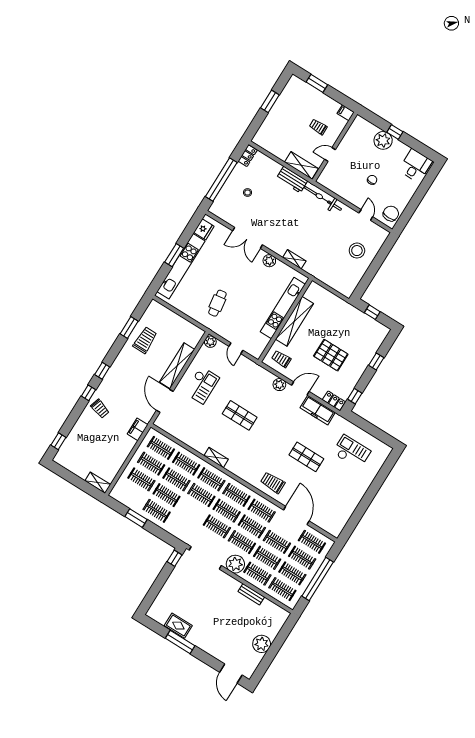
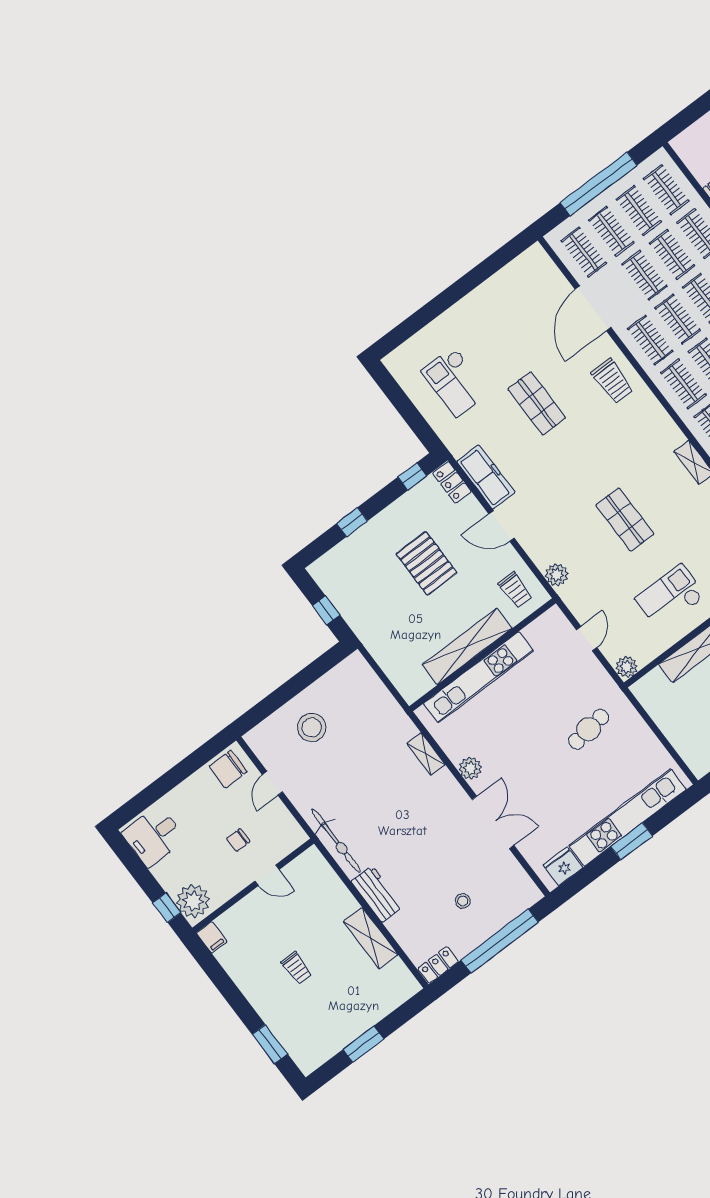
filing cabinet: (346, 113) -> (212, 937), moved
wall: (335, 147) -> (253, 886), moved
door: (330, 155) -> (267, 875), moved
shelving: (301, 165) -> (371, 938), moved
plant: (279, 385) -> (557, 575), moved

